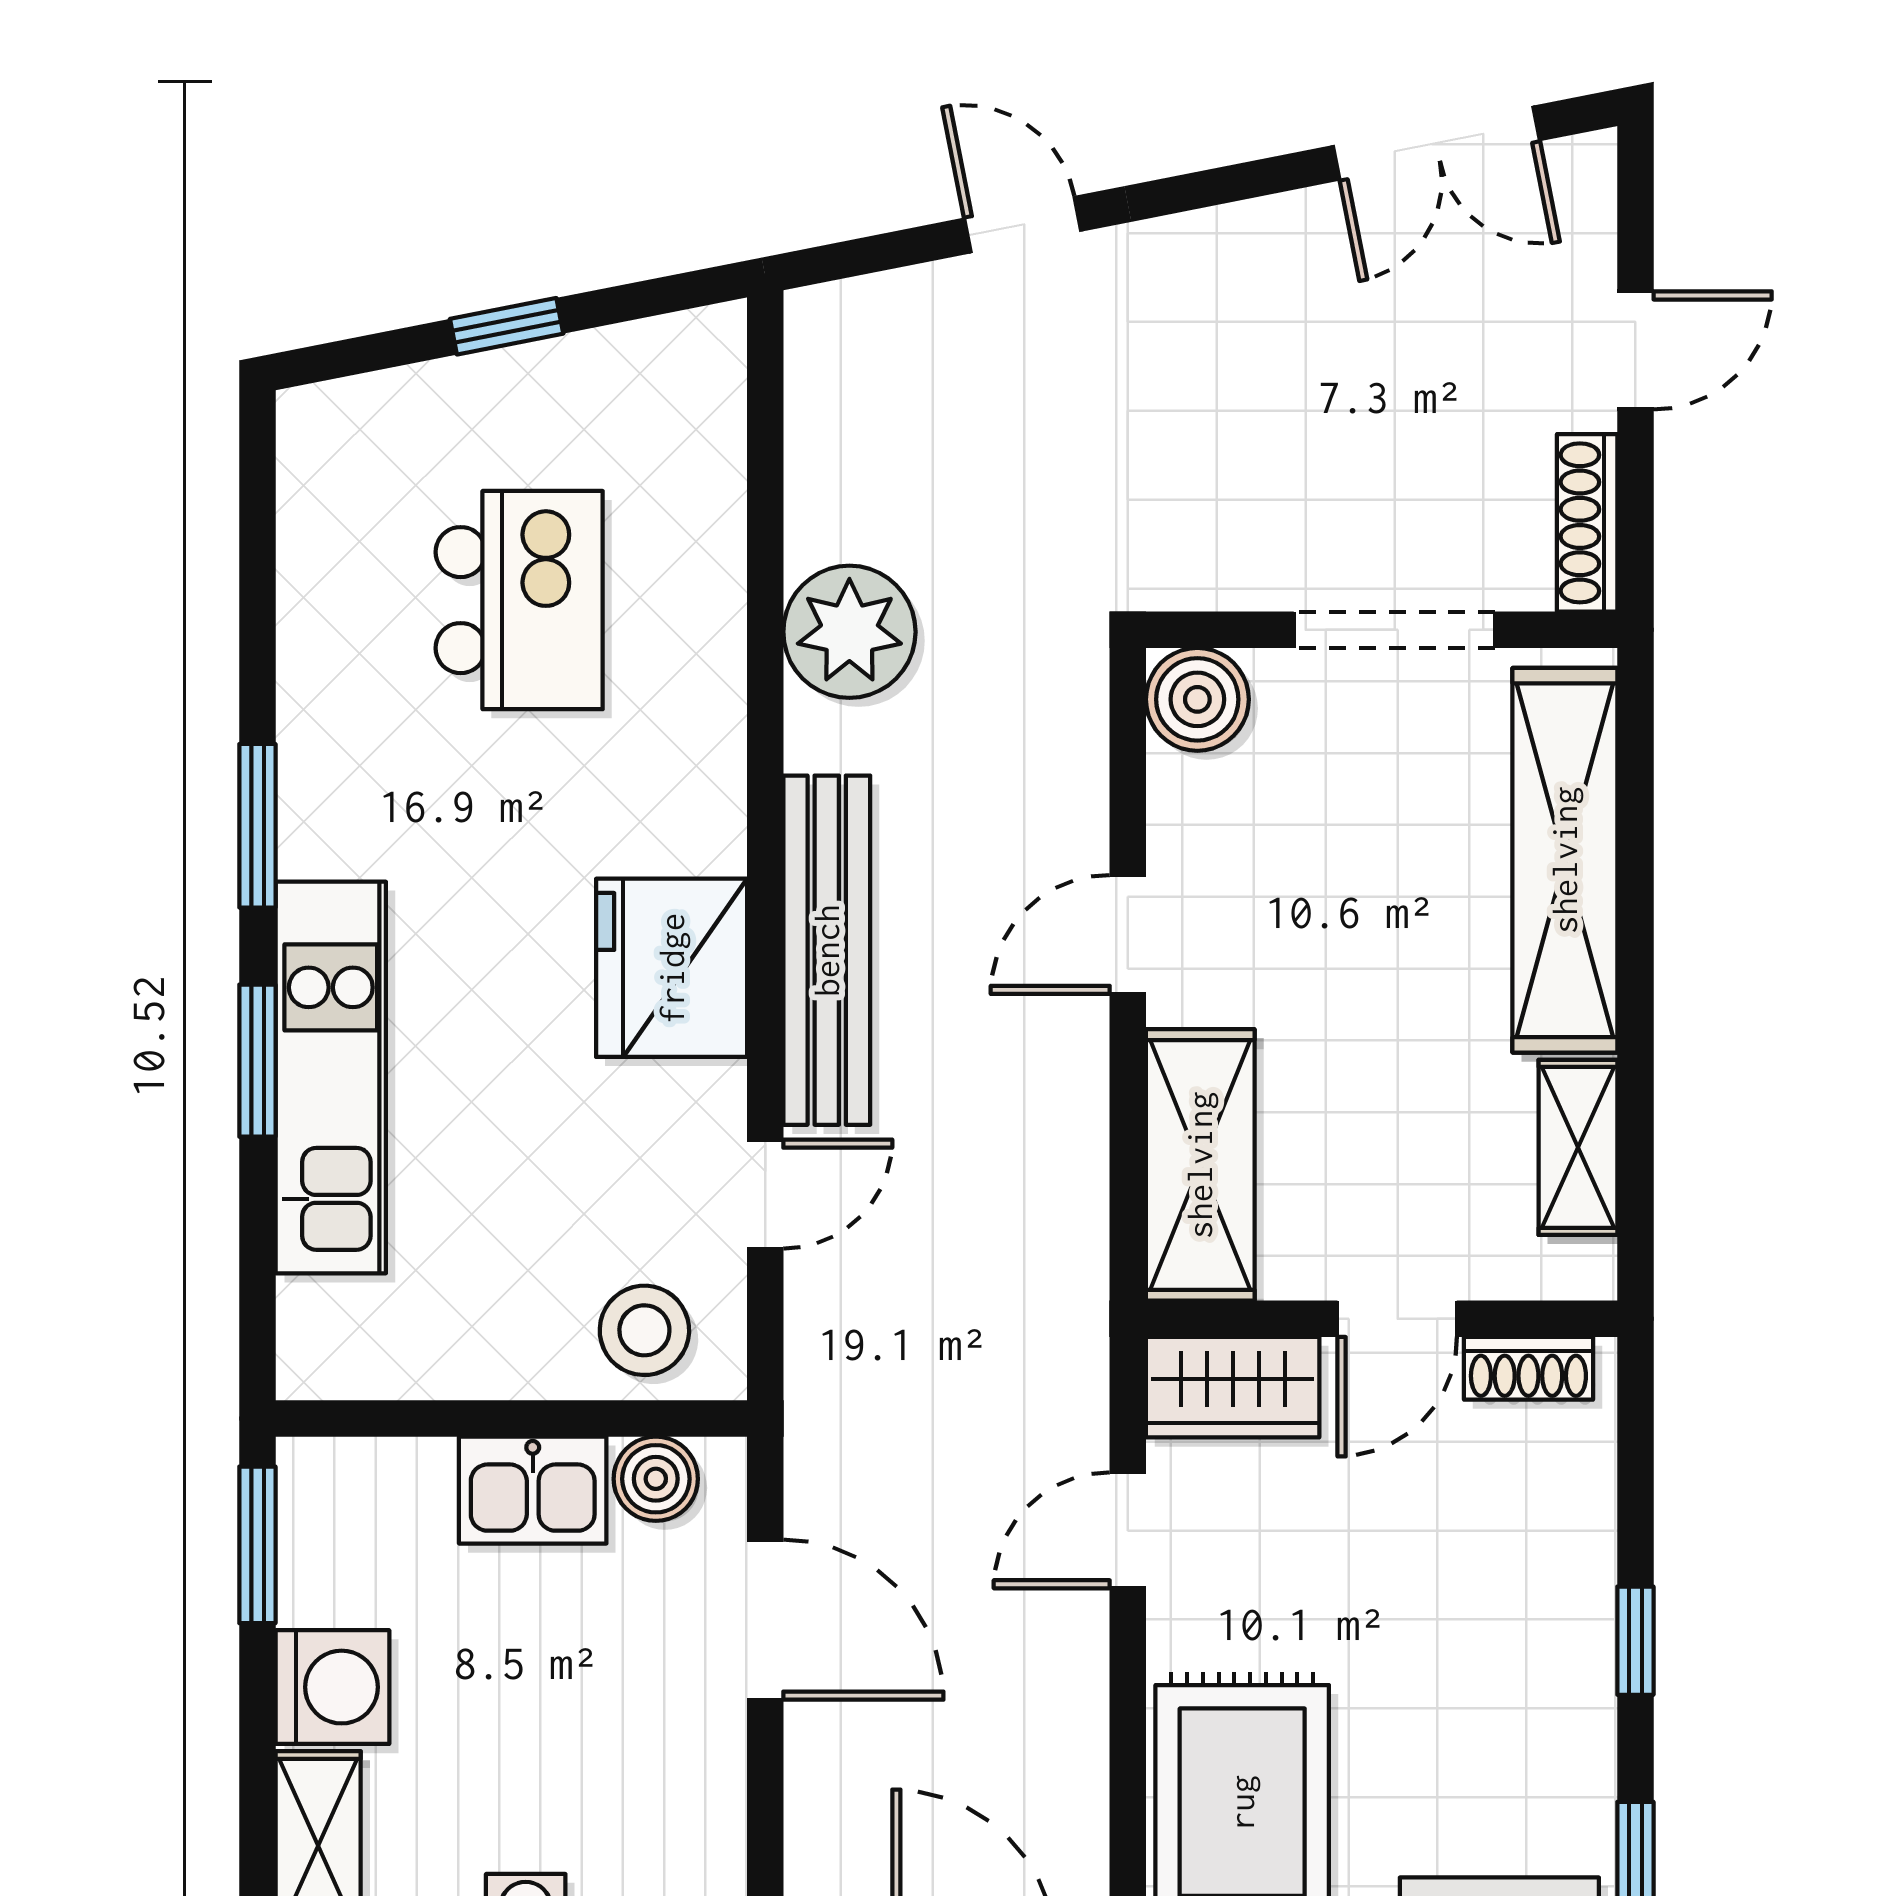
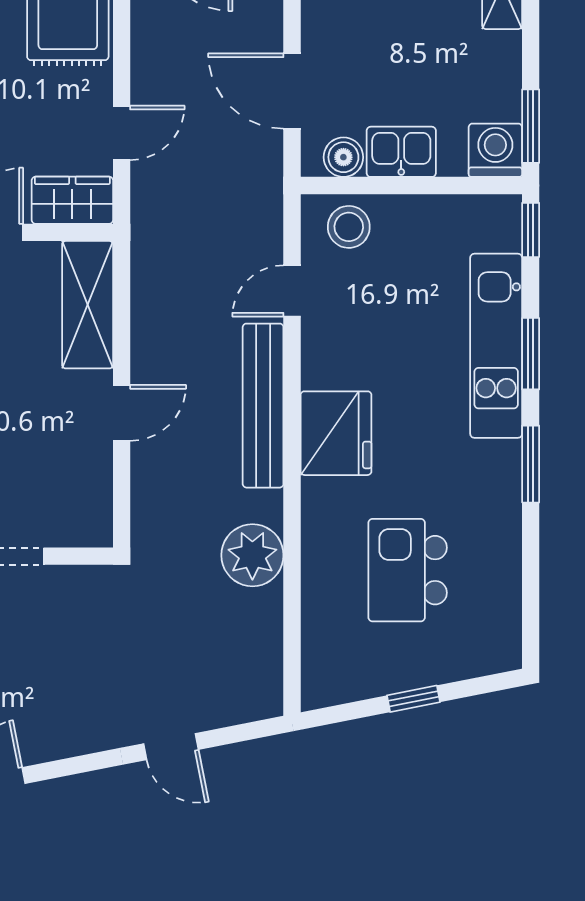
boiler: (1197, 699) -> (89, 523), removed
fridge: (672, 968) -> (336, 433), moved
window: (257, 1324) -> (531, 230), added
washing machine: (332, 1687) -> (495, 150), moved, turned 90

